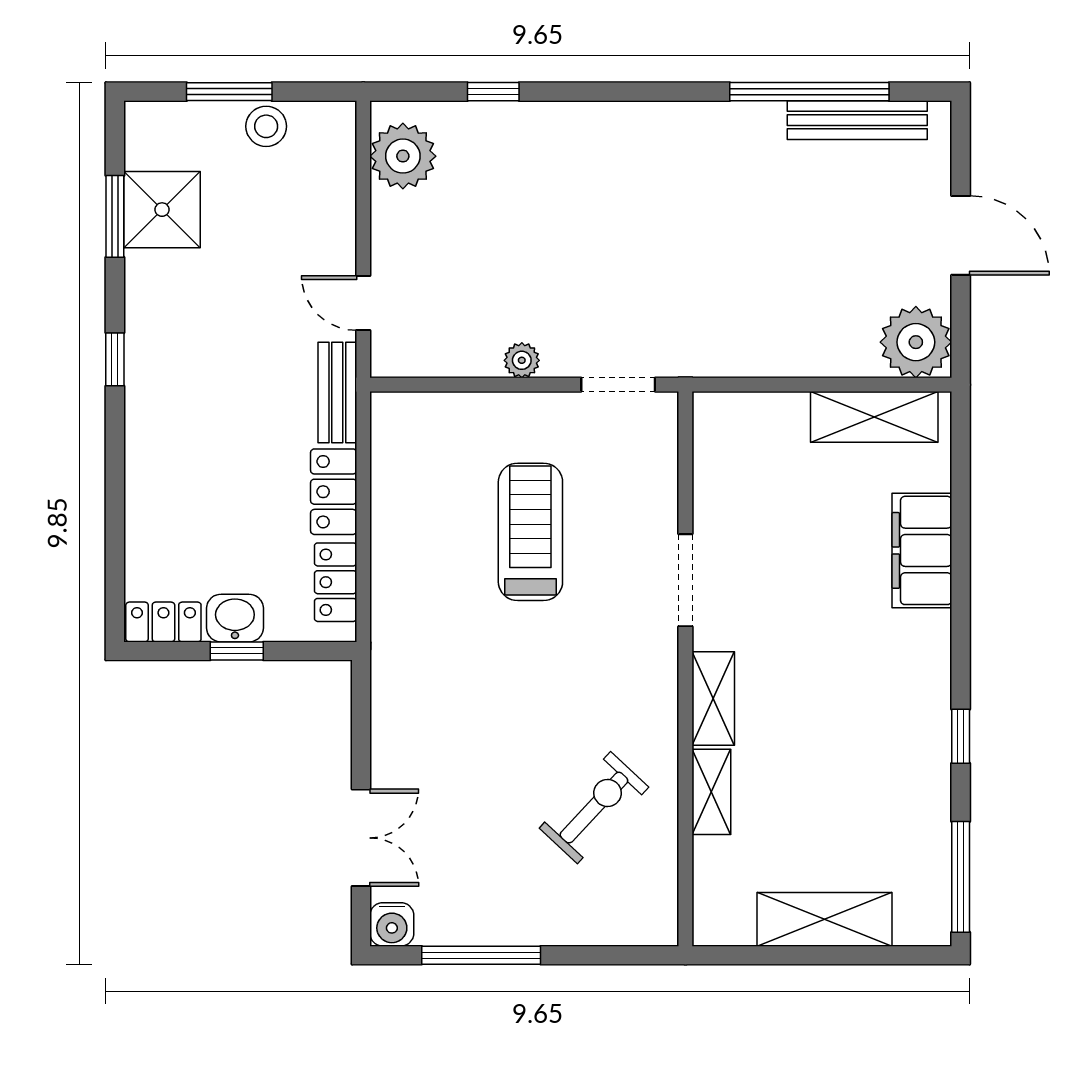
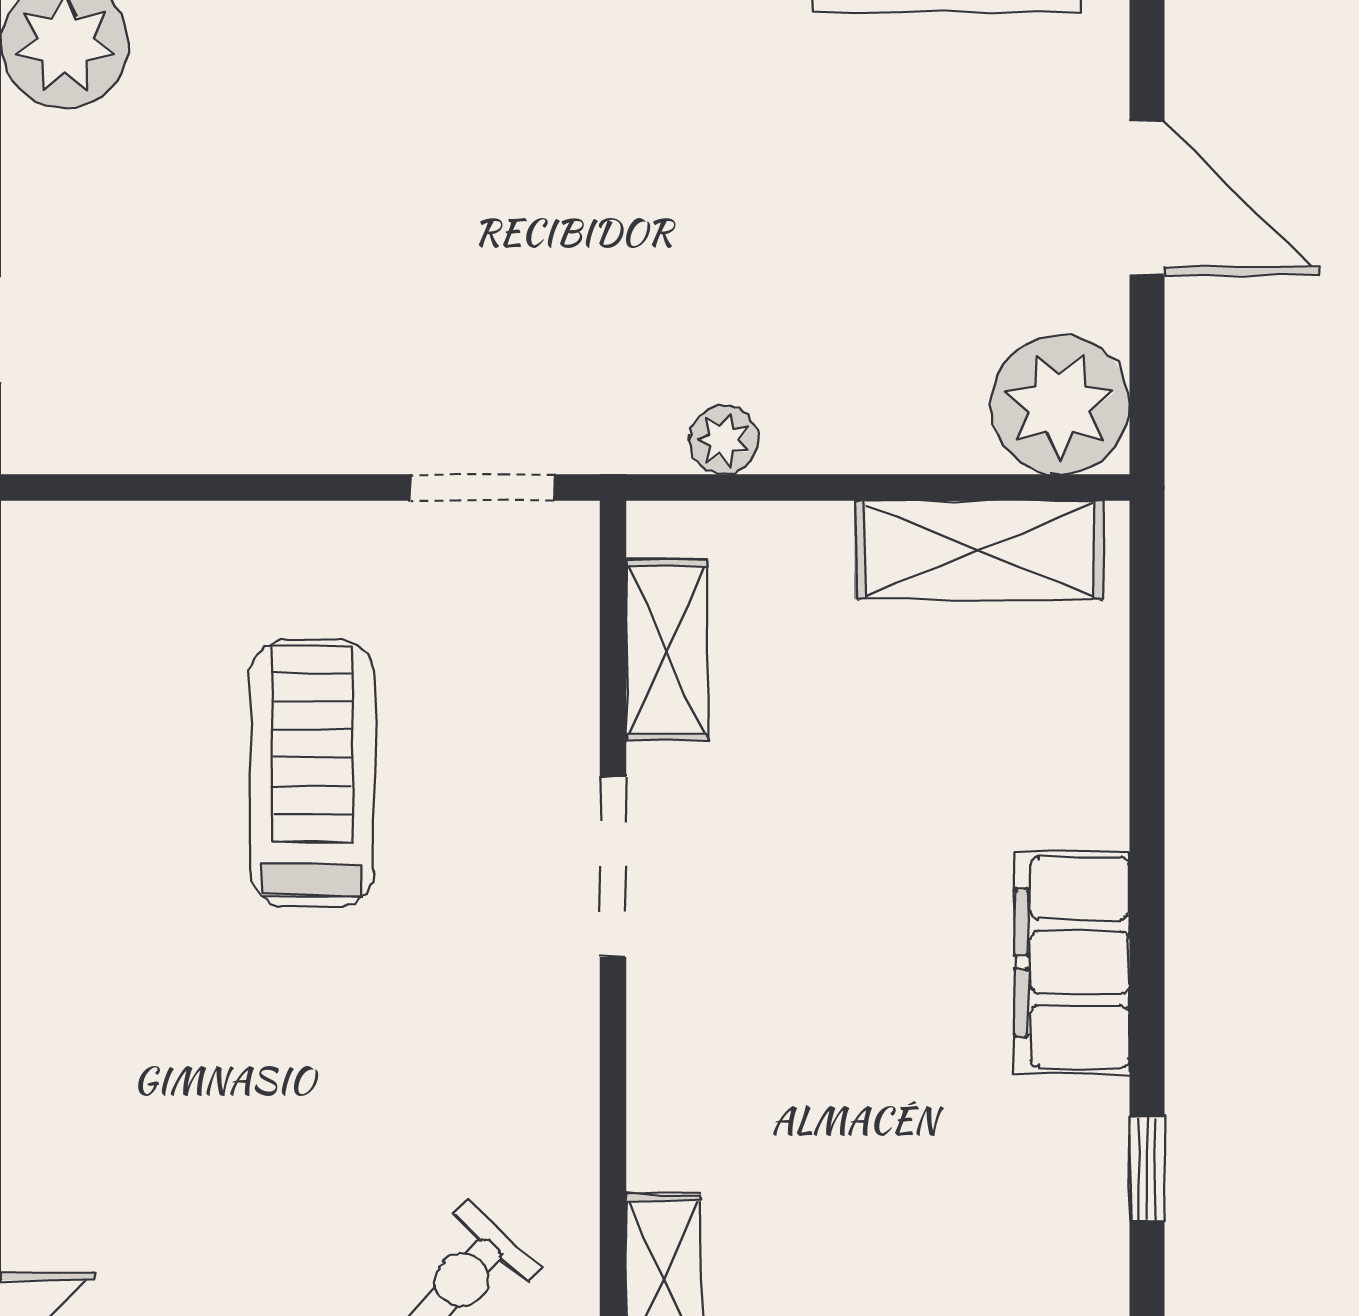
plant: (522, 360) -> (724, 440), moved
filing cabinet: (922, 550) -> (1072, 962), moved
shelving: (713, 699) -> (667, 650), moved

